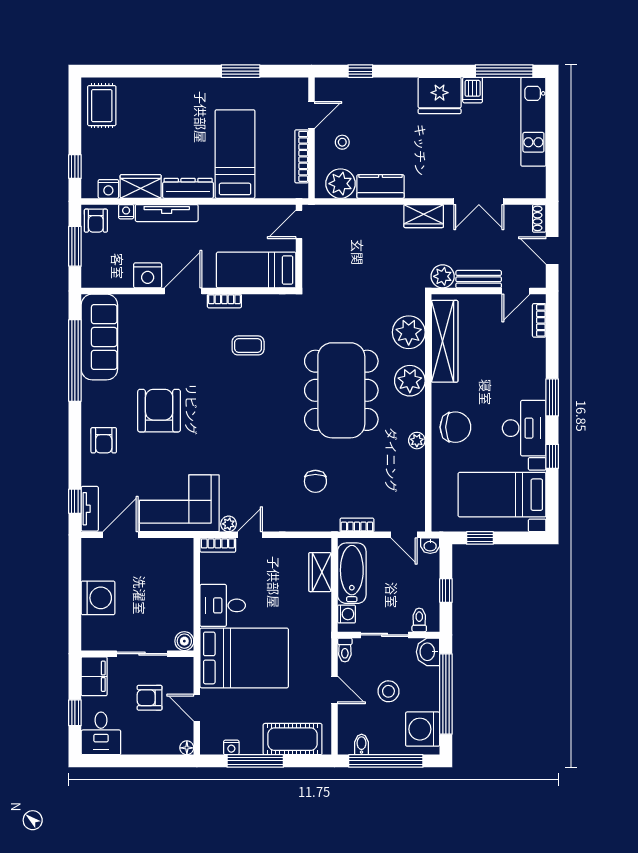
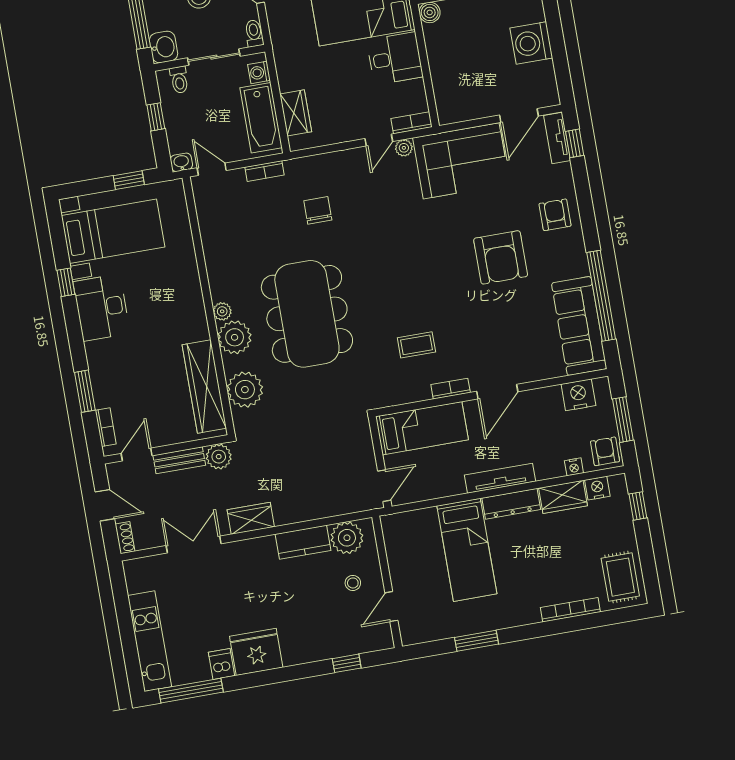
bookcase: (302, 156) -> (570, 610), moved, turned -90
tv unit: (167, 213) -> (500, 478), moved
nightstand: (148, 275) -> (578, 395), moved
window: (552, 397) -> (85, 391), moved
chair: (455, 427) -> (176, 296), removed
plant: (417, 441) -> (222, 311), moved

